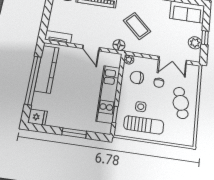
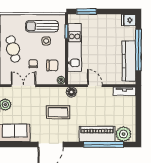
coffee table: (137, 26) -> (58, 112), turned -44
window: (74, 133) -> (86, 12), moved

